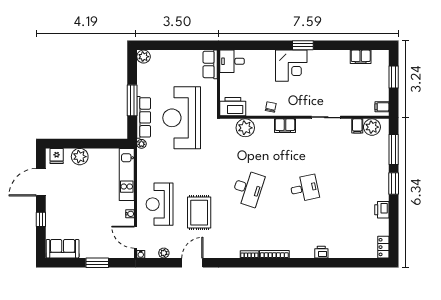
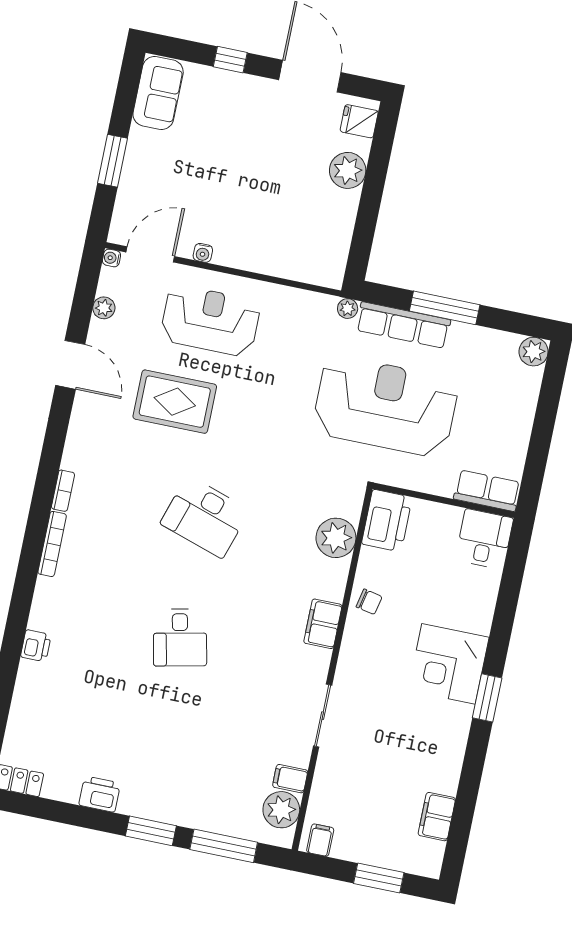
kitchen unit: (127, 174) -> (288, 263), removed

